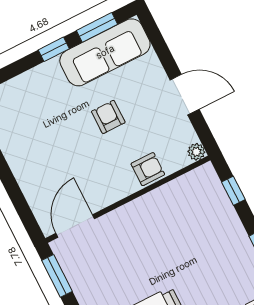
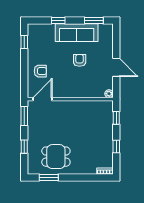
window: (54, 49) -> (58, 21), moved
sofa: (105, 52) -> (77, 33), moved
armchair: (148, 169) -> (40, 71), moved

